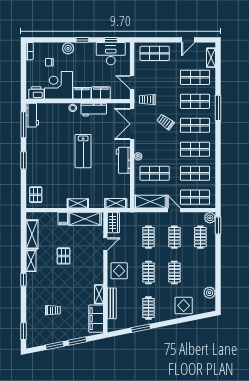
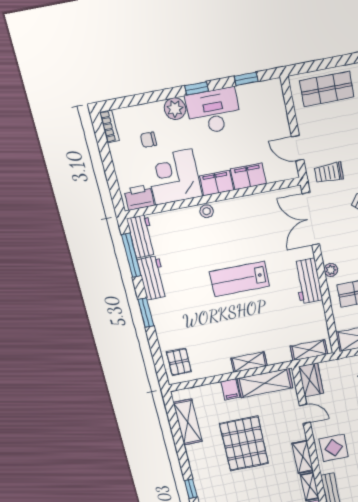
desk: (111, 54) -> (214, 111), moved
workbench: (94, 110) -> (153, 278), moved, turned -90
lab bench: (83, 151) -> (239, 279), turned 90
door: (105, 244) -> (305, 414), hinge flipped
pallet: (64, 256) -> (244, 444), width x2.05, depth x2.00
shelving: (31, 261) -> (303, 457), moved

